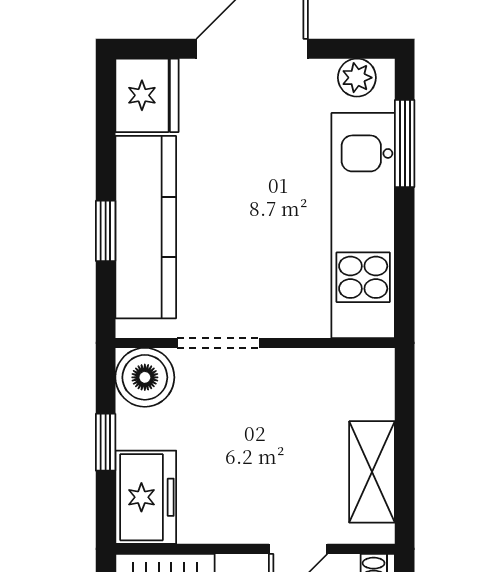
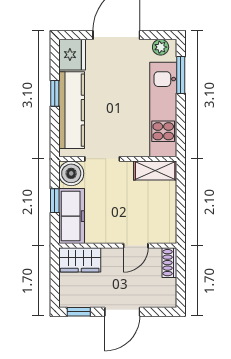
window: (106, 231) -> (55, 93), moved
shelving: (372, 472) -> (155, 171), moved, turned 90
freezer: (146, 497) -> (72, 216), width x1.40

